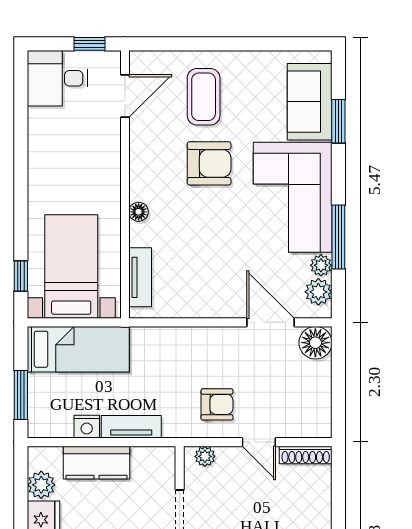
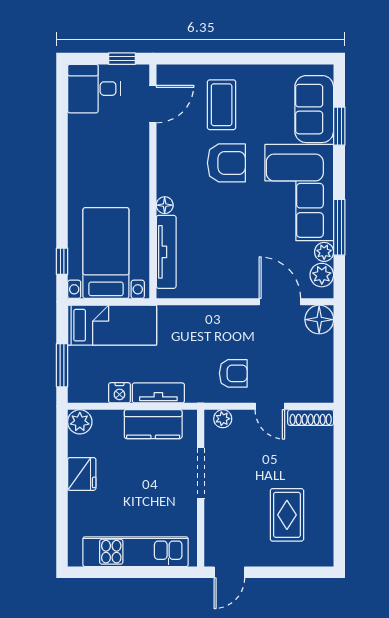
tv unit: (140, 277) -> (166, 252), width x1.41
kitchen counter: (97, 463) -> (153, 424), moved
plant: (41, 485) -> (80, 422), moved

